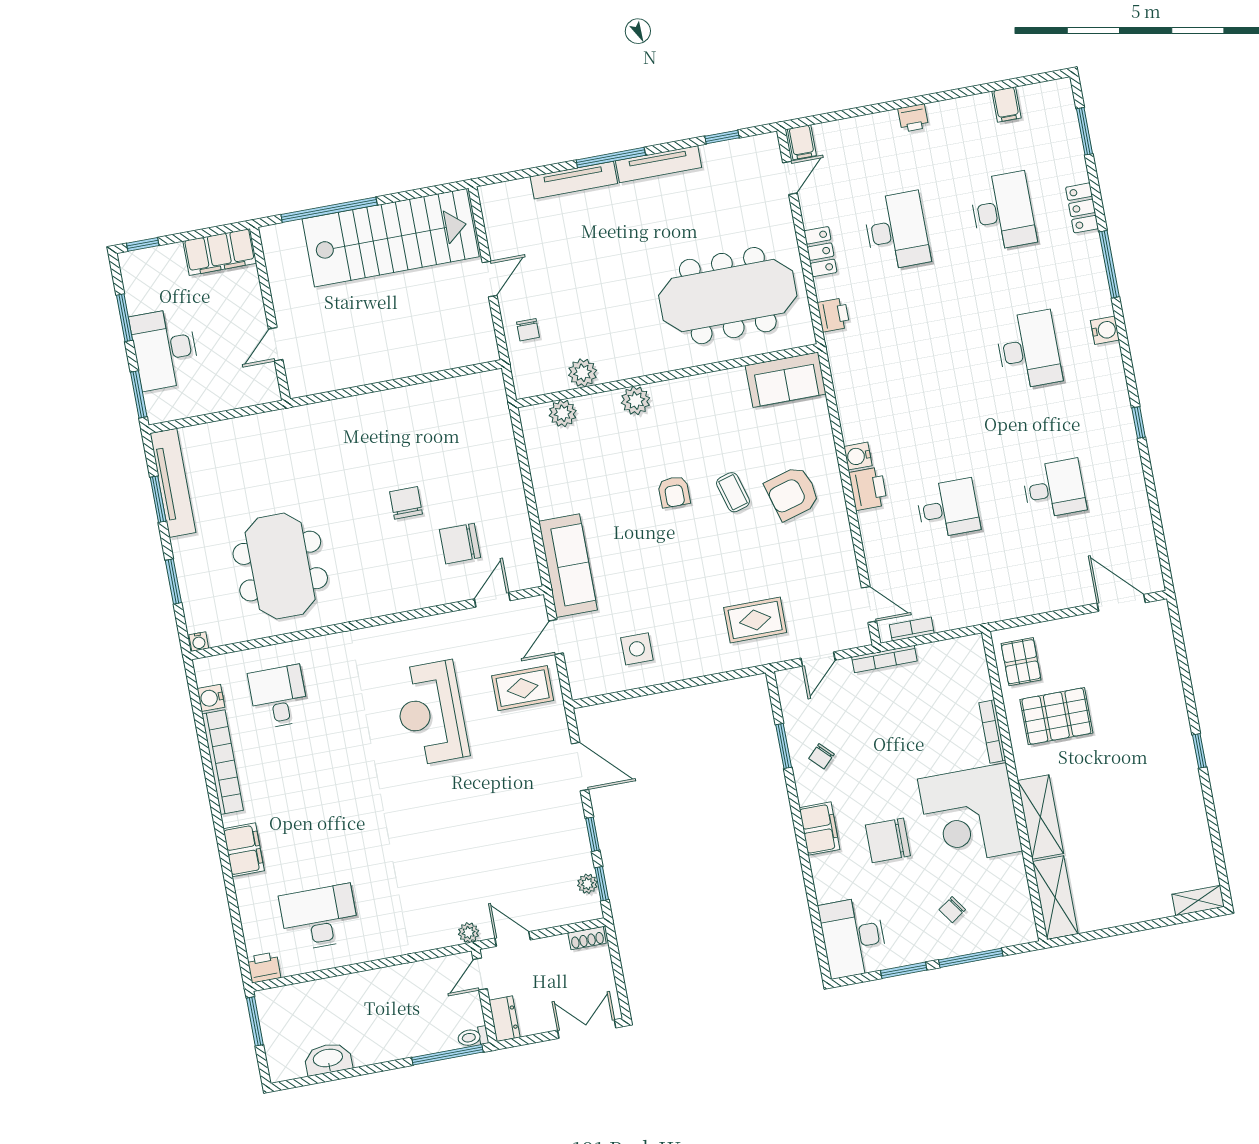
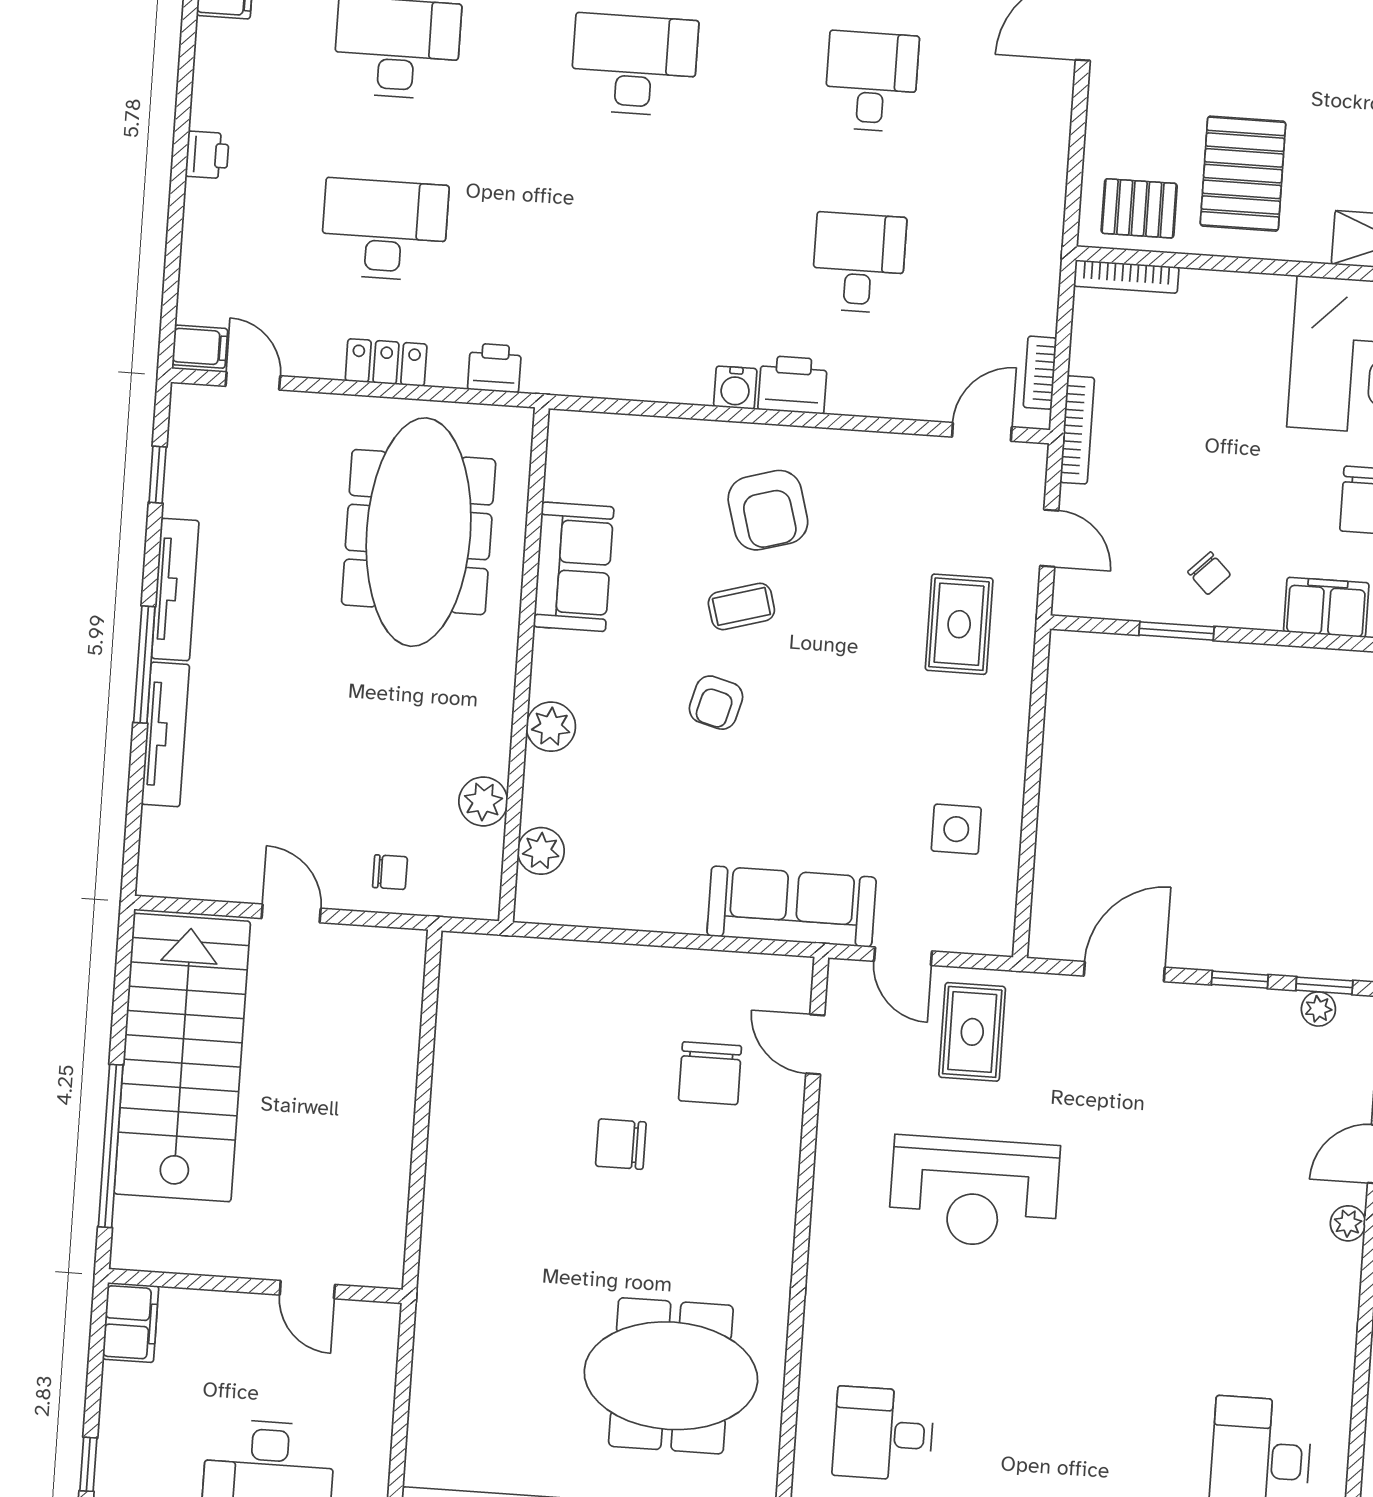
filing cabinet: (220, 252) -> (131, 1323), width x0.67, depth x0.86
sofa: (786, 380) -> (574, 567), moved
armchair: (674, 492) -> (716, 703), turned 105
bookcase: (992, 731) -> (1126, 277), moved

